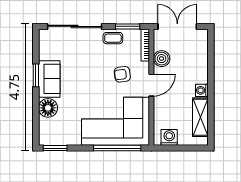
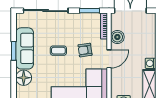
coffee table: (113, 38) -> (58, 51), moved
sofa: (49, 79) -> (25, 48), width x1.36

